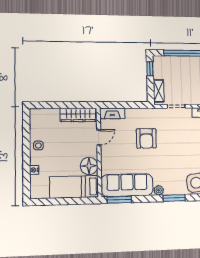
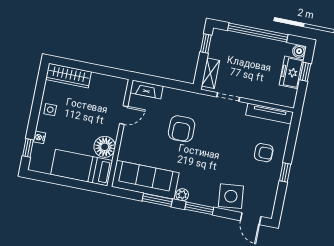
wardrobe: (78, 115) -> (68, 76), moved
window: (26, 181) -> (28, 148), added
window: (119, 200) -> (157, 200), moved

